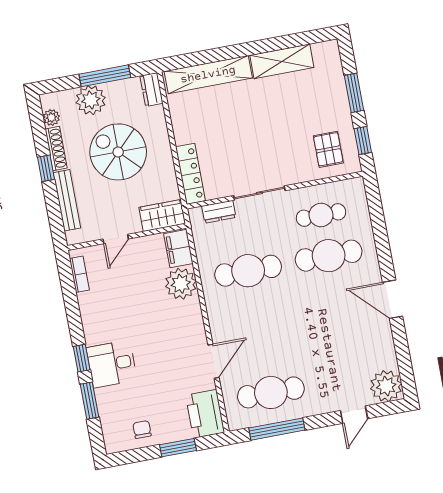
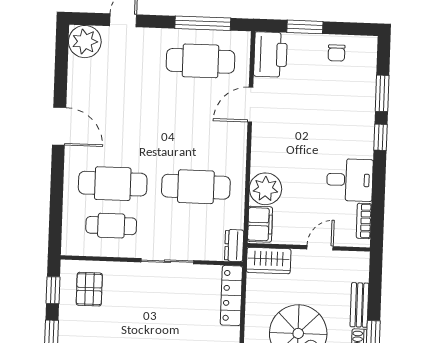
bench: (67, 200) -> (359, 305), width x0.73
dresser: (219, 212) -> (234, 245), moved, turned -90
desk: (112, 364) -> (350, 180), moved

